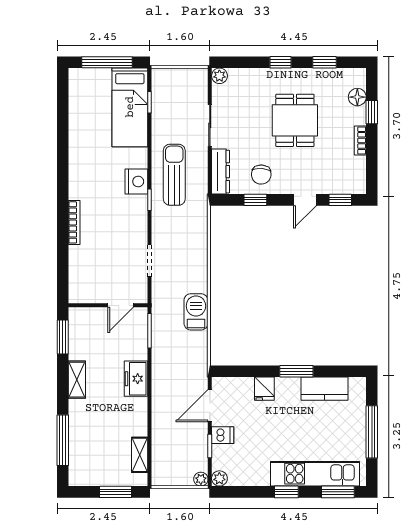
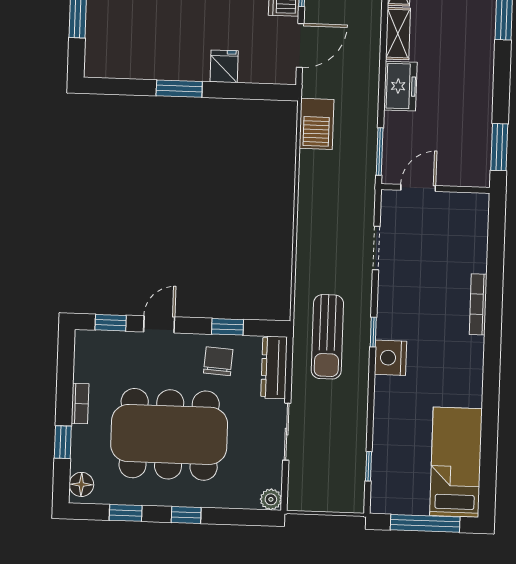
floor lamp: (357, 97) -> (81, 484), moved
bed: (130, 107) -> (456, 462), moved
dining table: (295, 120) -> (169, 434), width x1.88, depth x1.24
sun lounger: (174, 175) -> (327, 337), moved
barbecue: (196, 312) -> (316, 124), moved
shelving: (77, 380) -> (398, 34), moved
kitchen counter: (325, 389) -> (141, 63), removed

